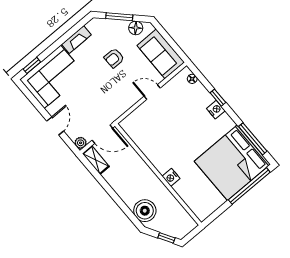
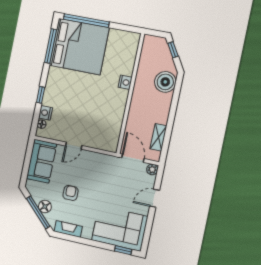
window: (119, 17) -> (38, 212), width x1.44
floor lamp: (136, 28) -> (45, 207), moved
fireplace: (76, 40) -> (68, 229), moved
armchair: (114, 58) -> (71, 193), turned -90
door: (152, 92) -> (74, 146), hinge flipped
nightstand: (216, 110) -> (46, 113), moved
shelving: (96, 160) -> (158, 137), moved

